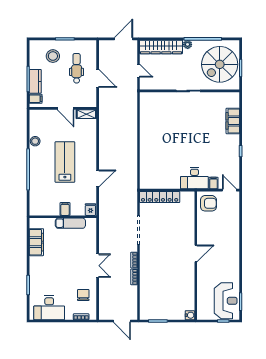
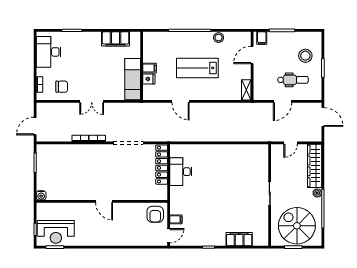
door: (124, 39) -> (323, 117), moved
kitchen counter: (35, 81) -> (280, 38), removed
door: (66, 108) -> (252, 55), moved
lab bench: (65, 162) -> (197, 68), turned 180
desk: (194, 178) -> (181, 172), moved
fridge: (90, 210) -> (149, 79), moved
exam couch: (70, 223) -> (133, 79), width x1.36, depth x1.45

